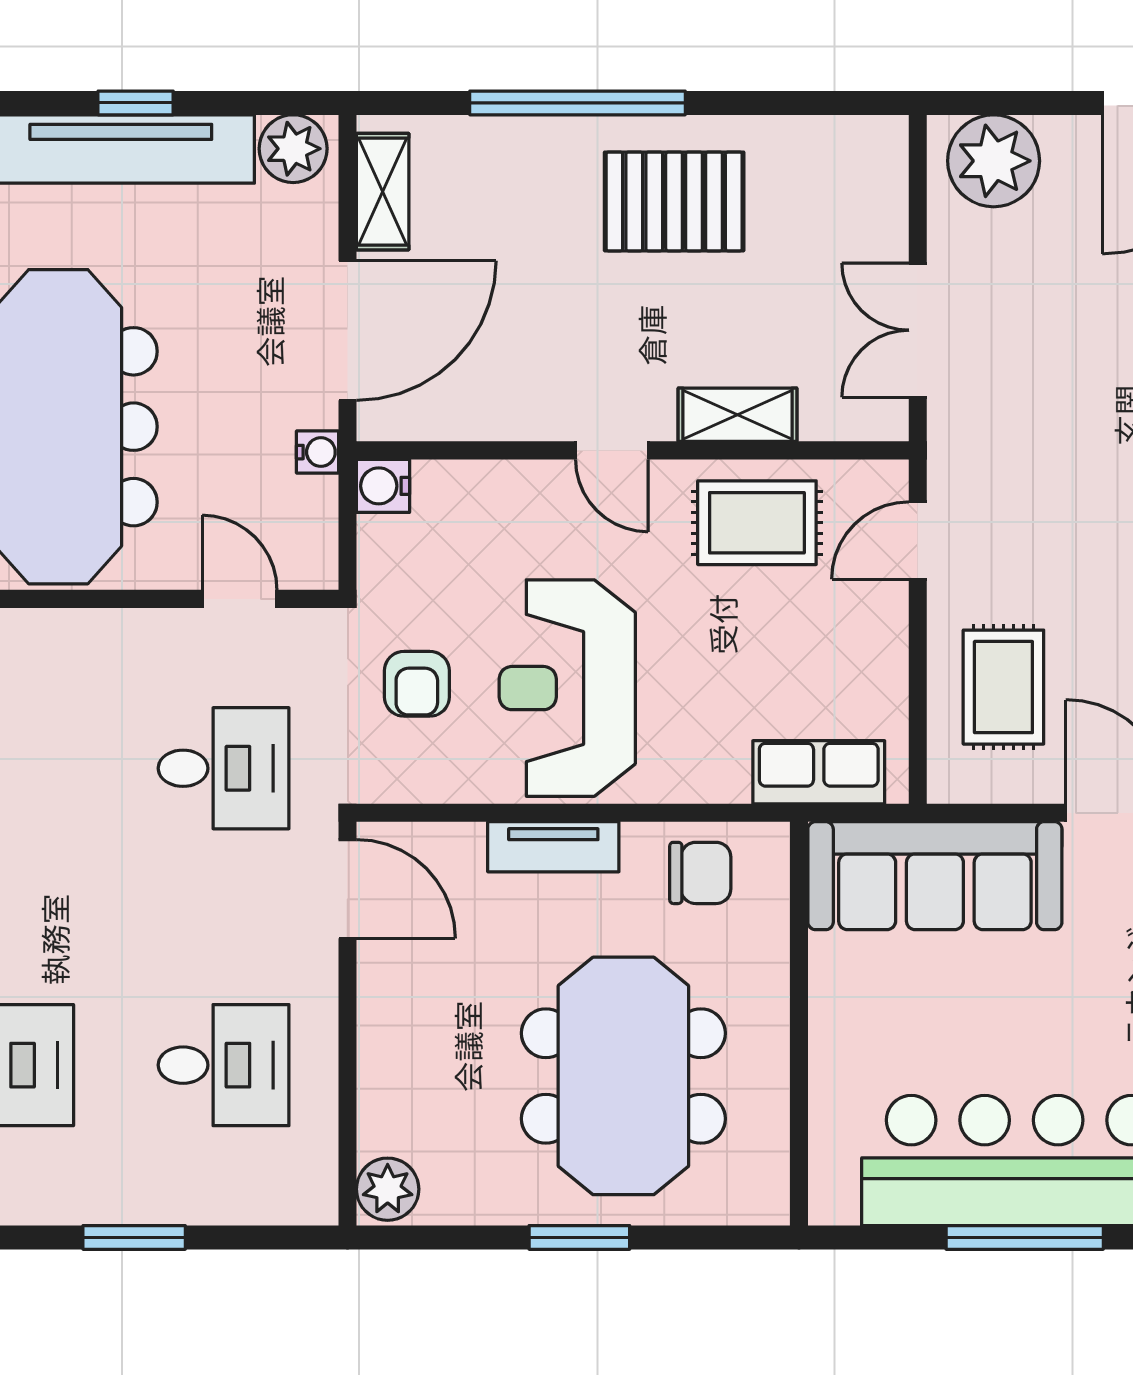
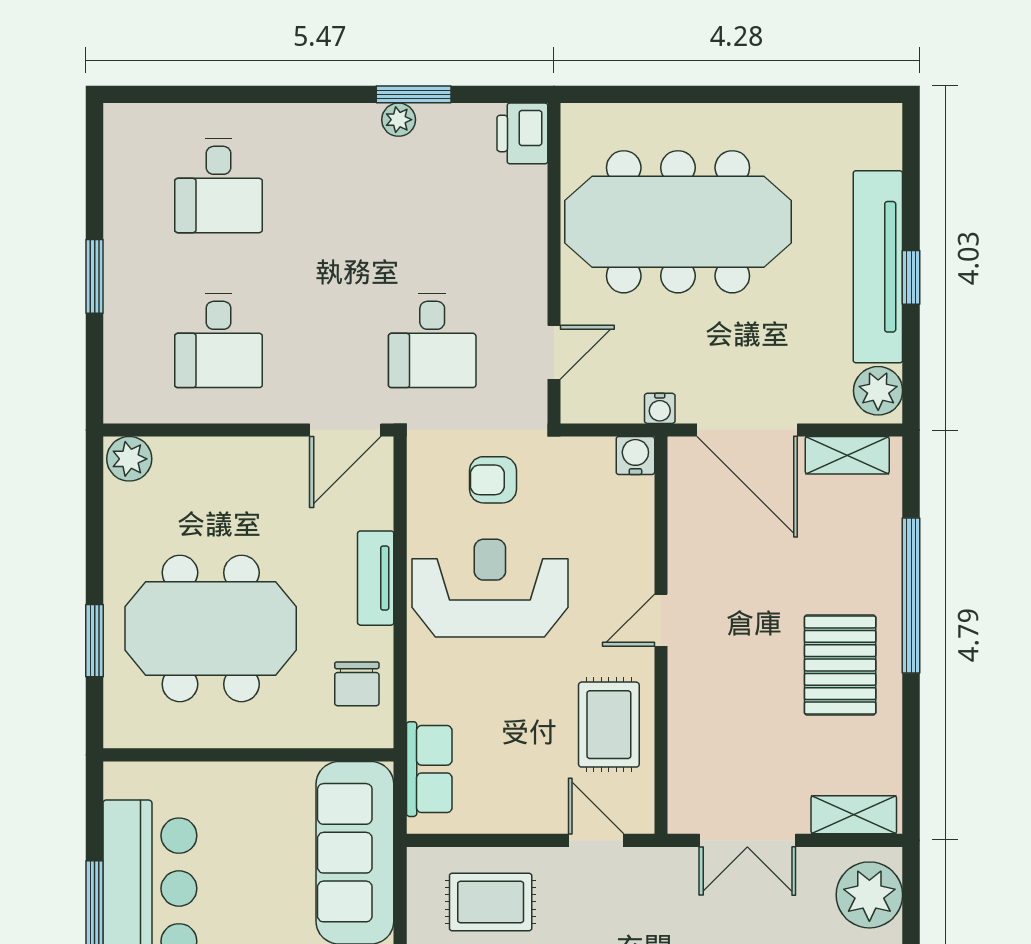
double door: (918, 330) -> (747, 840), swing flipped
shelving: (737, 415) -> (854, 815), moved, turned 90
window: (579, 1237) -> (95, 641), moved

